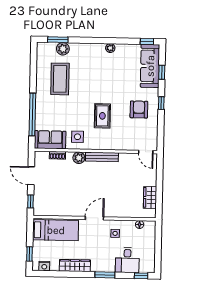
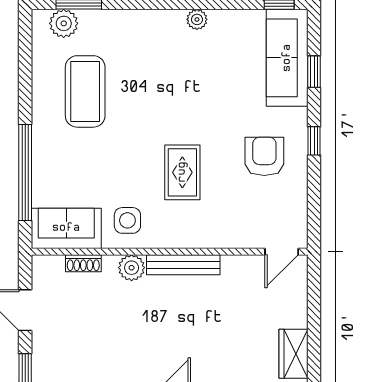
plant: (63, 49) -> (64, 23), moved
door: (146, 152) -> (282, 252), hinge flipped

